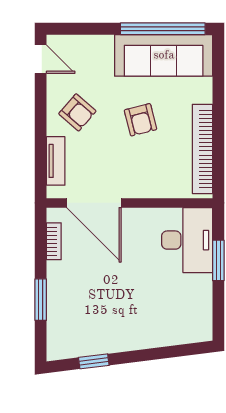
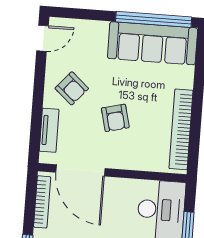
door: (41, 59) -> (43, 38), hinge flipped
armchair: (140, 120) -> (115, 118), moved
bookcase: (54, 241) -> (42, 202), width x1.56

